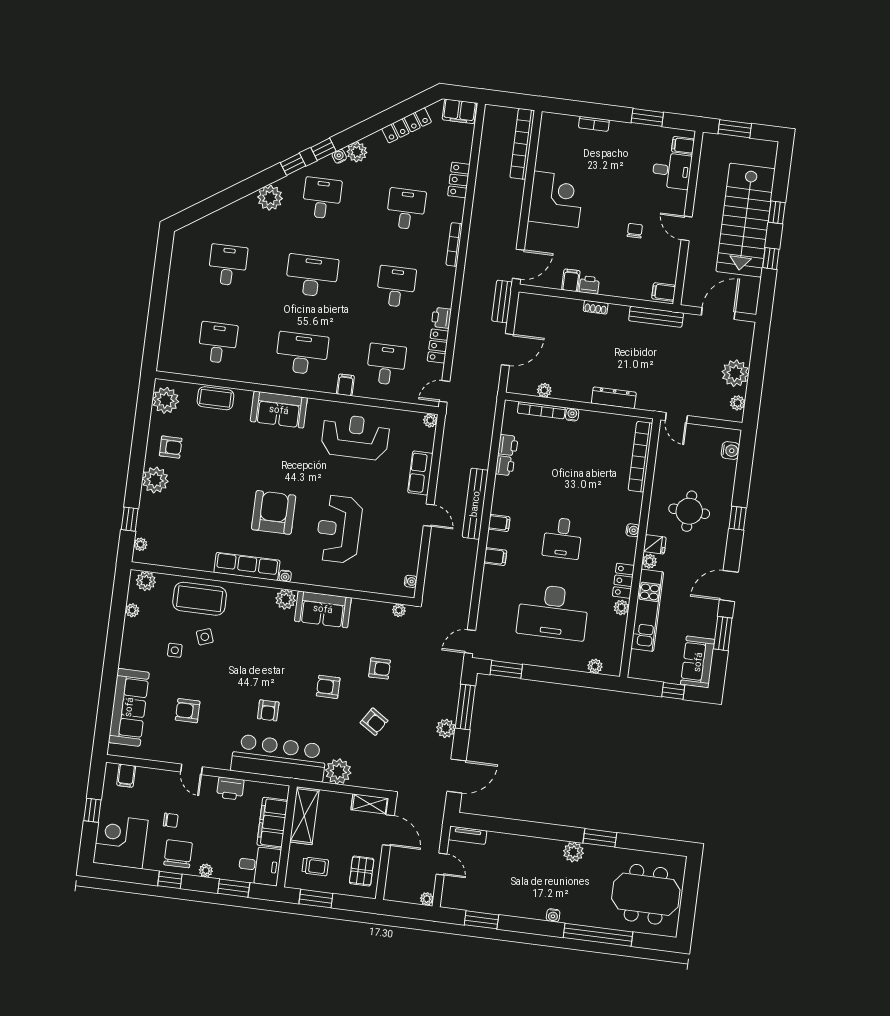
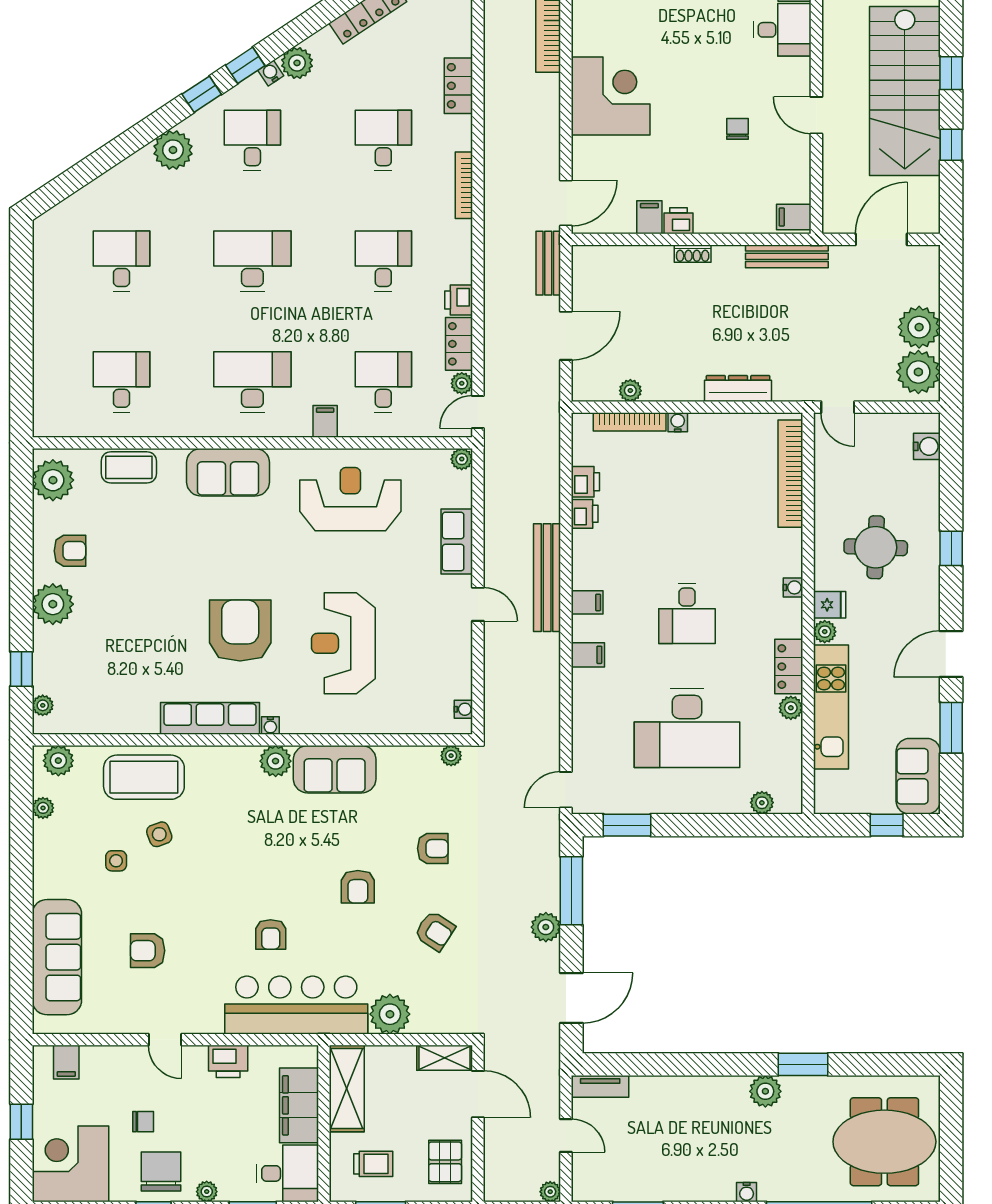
plant: (436, 372) -> (462, 383), added
plant: (738, 403) -> (918, 372), width x1.87, depth x1.87
armchair: (328, 687) -> (358, 887), turned -90

